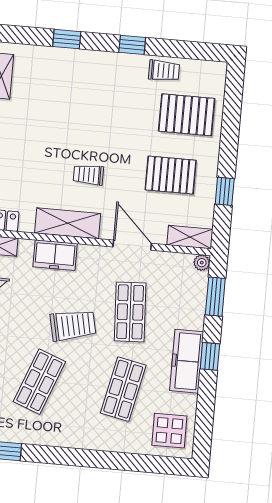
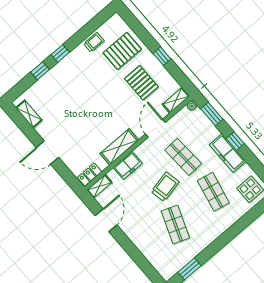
window: (132, 45) -> (60, 53), moved
trolley: (88, 175) -> (107, 118), removed
pallet: (171, 175) -> (141, 83), turned 90
window: (225, 191) -> (162, 56), moved
door: (132, 245) -> (155, 128), hinge flipped

